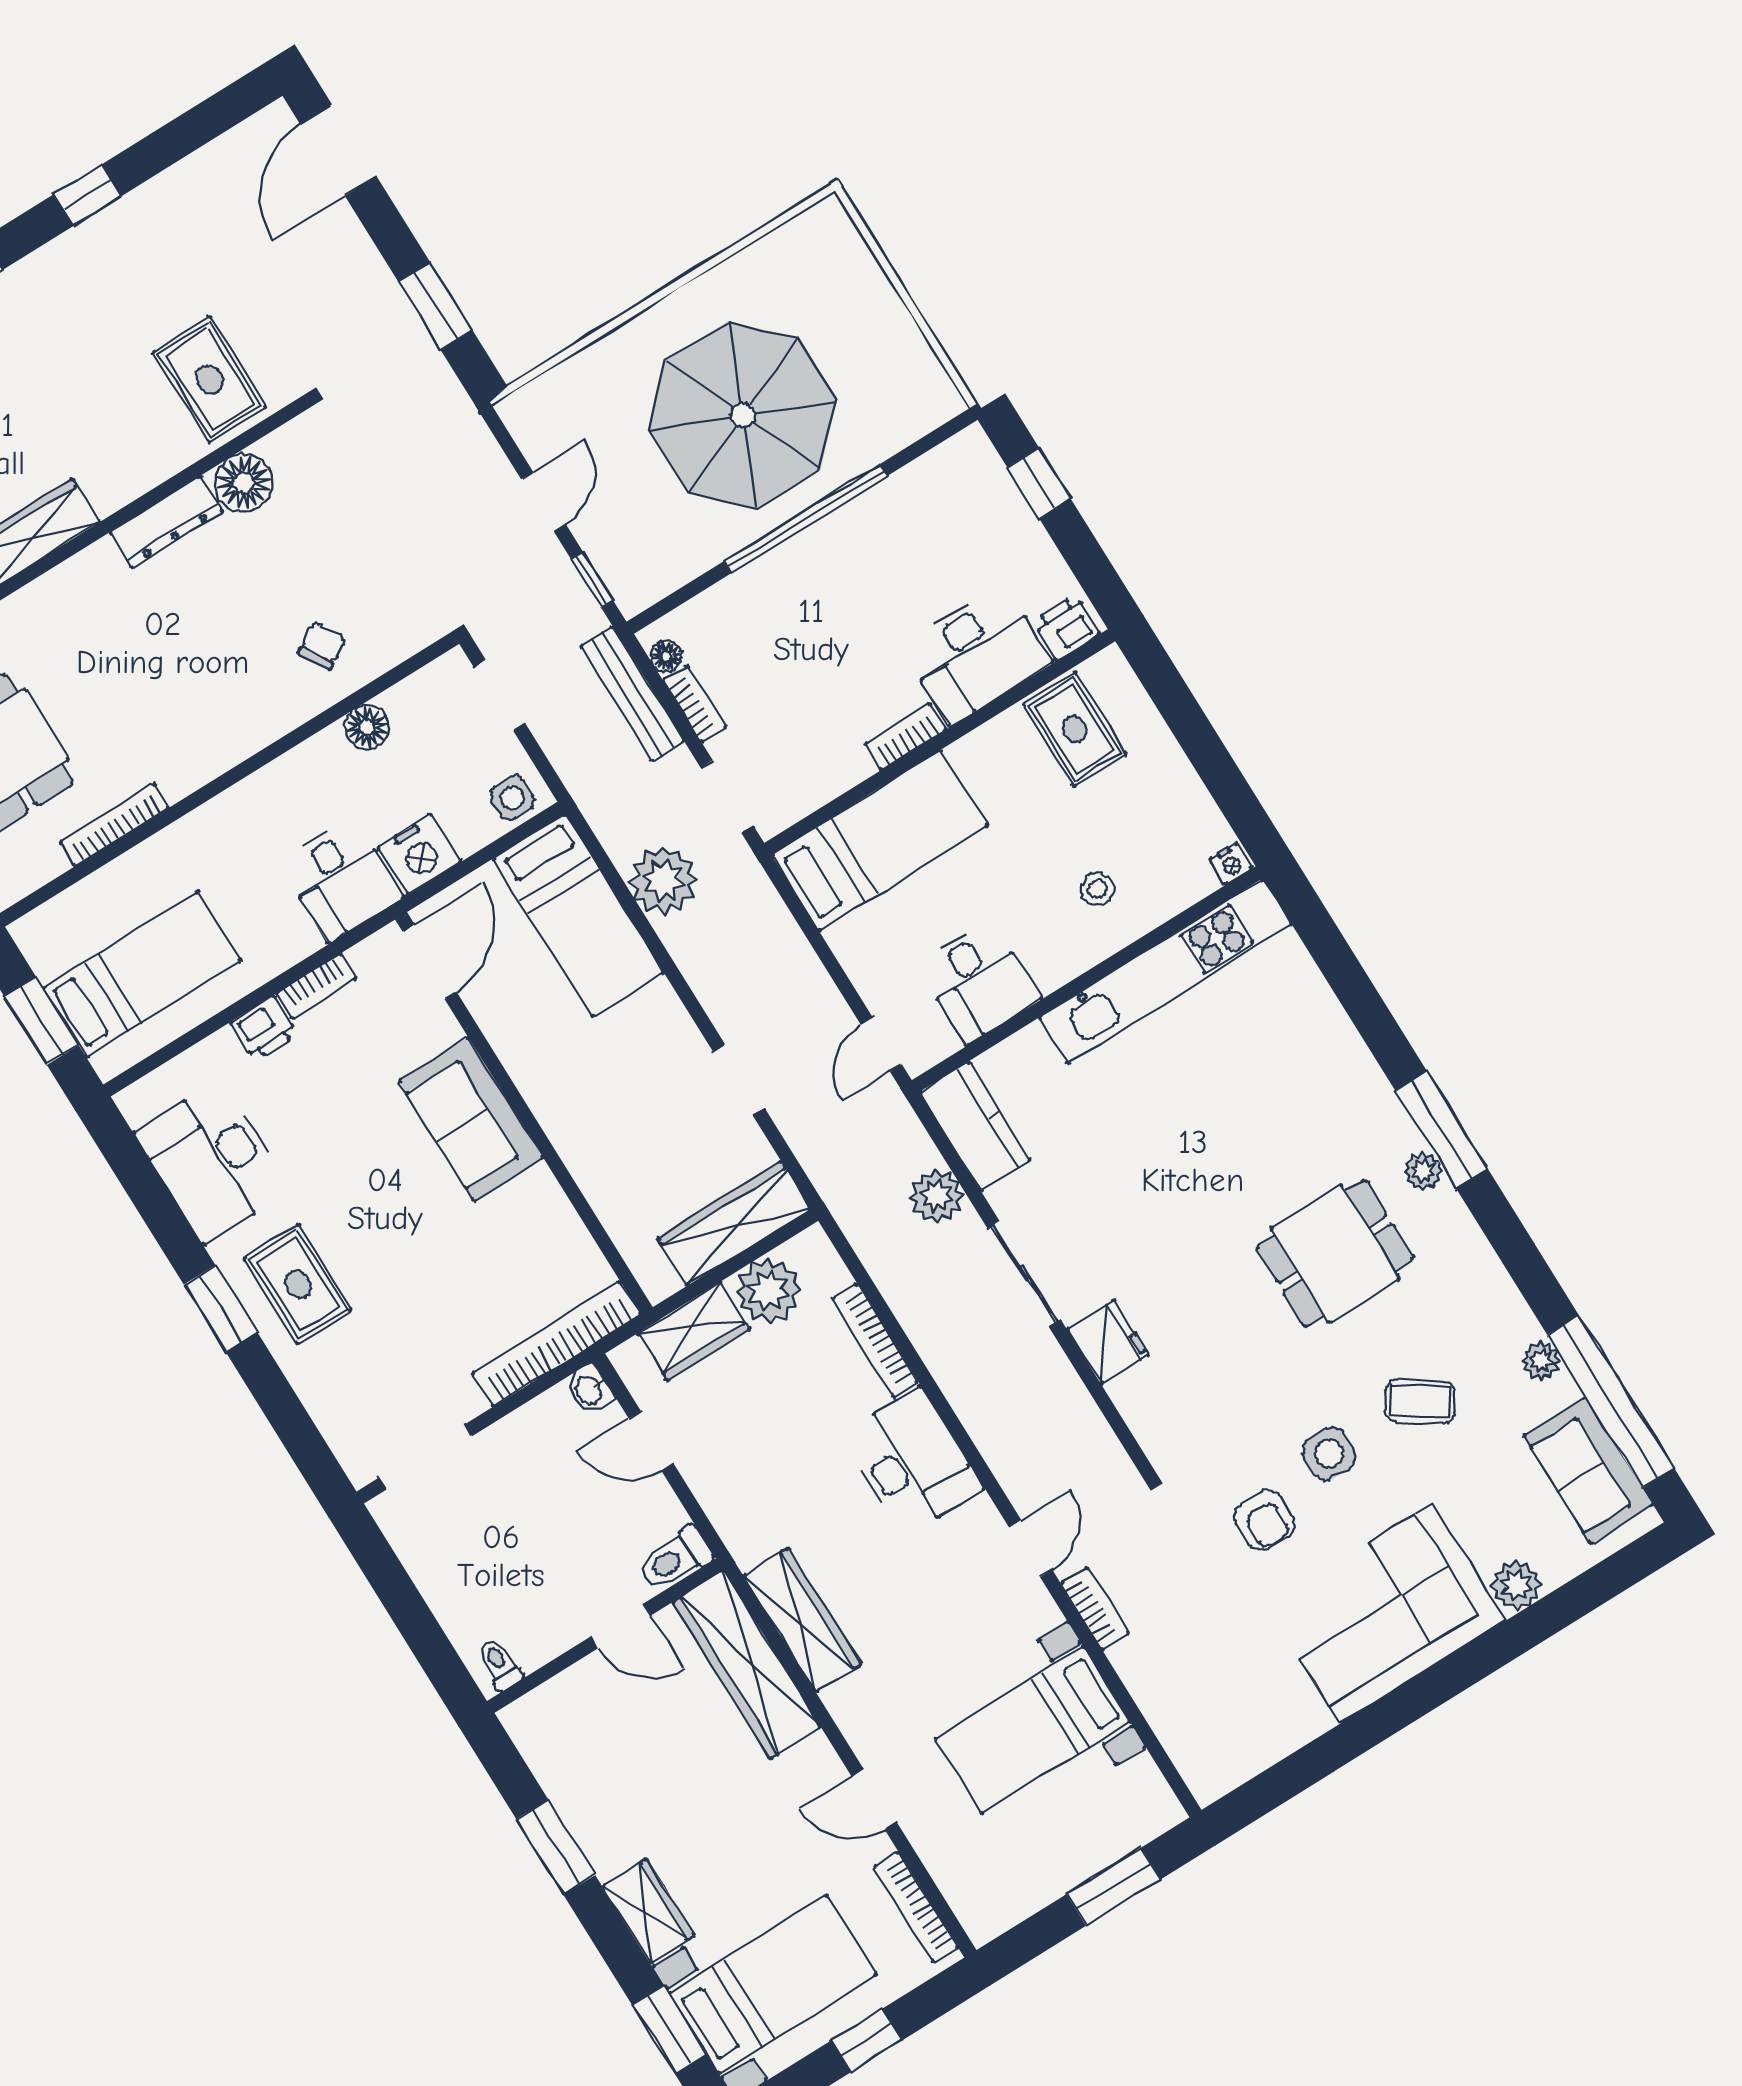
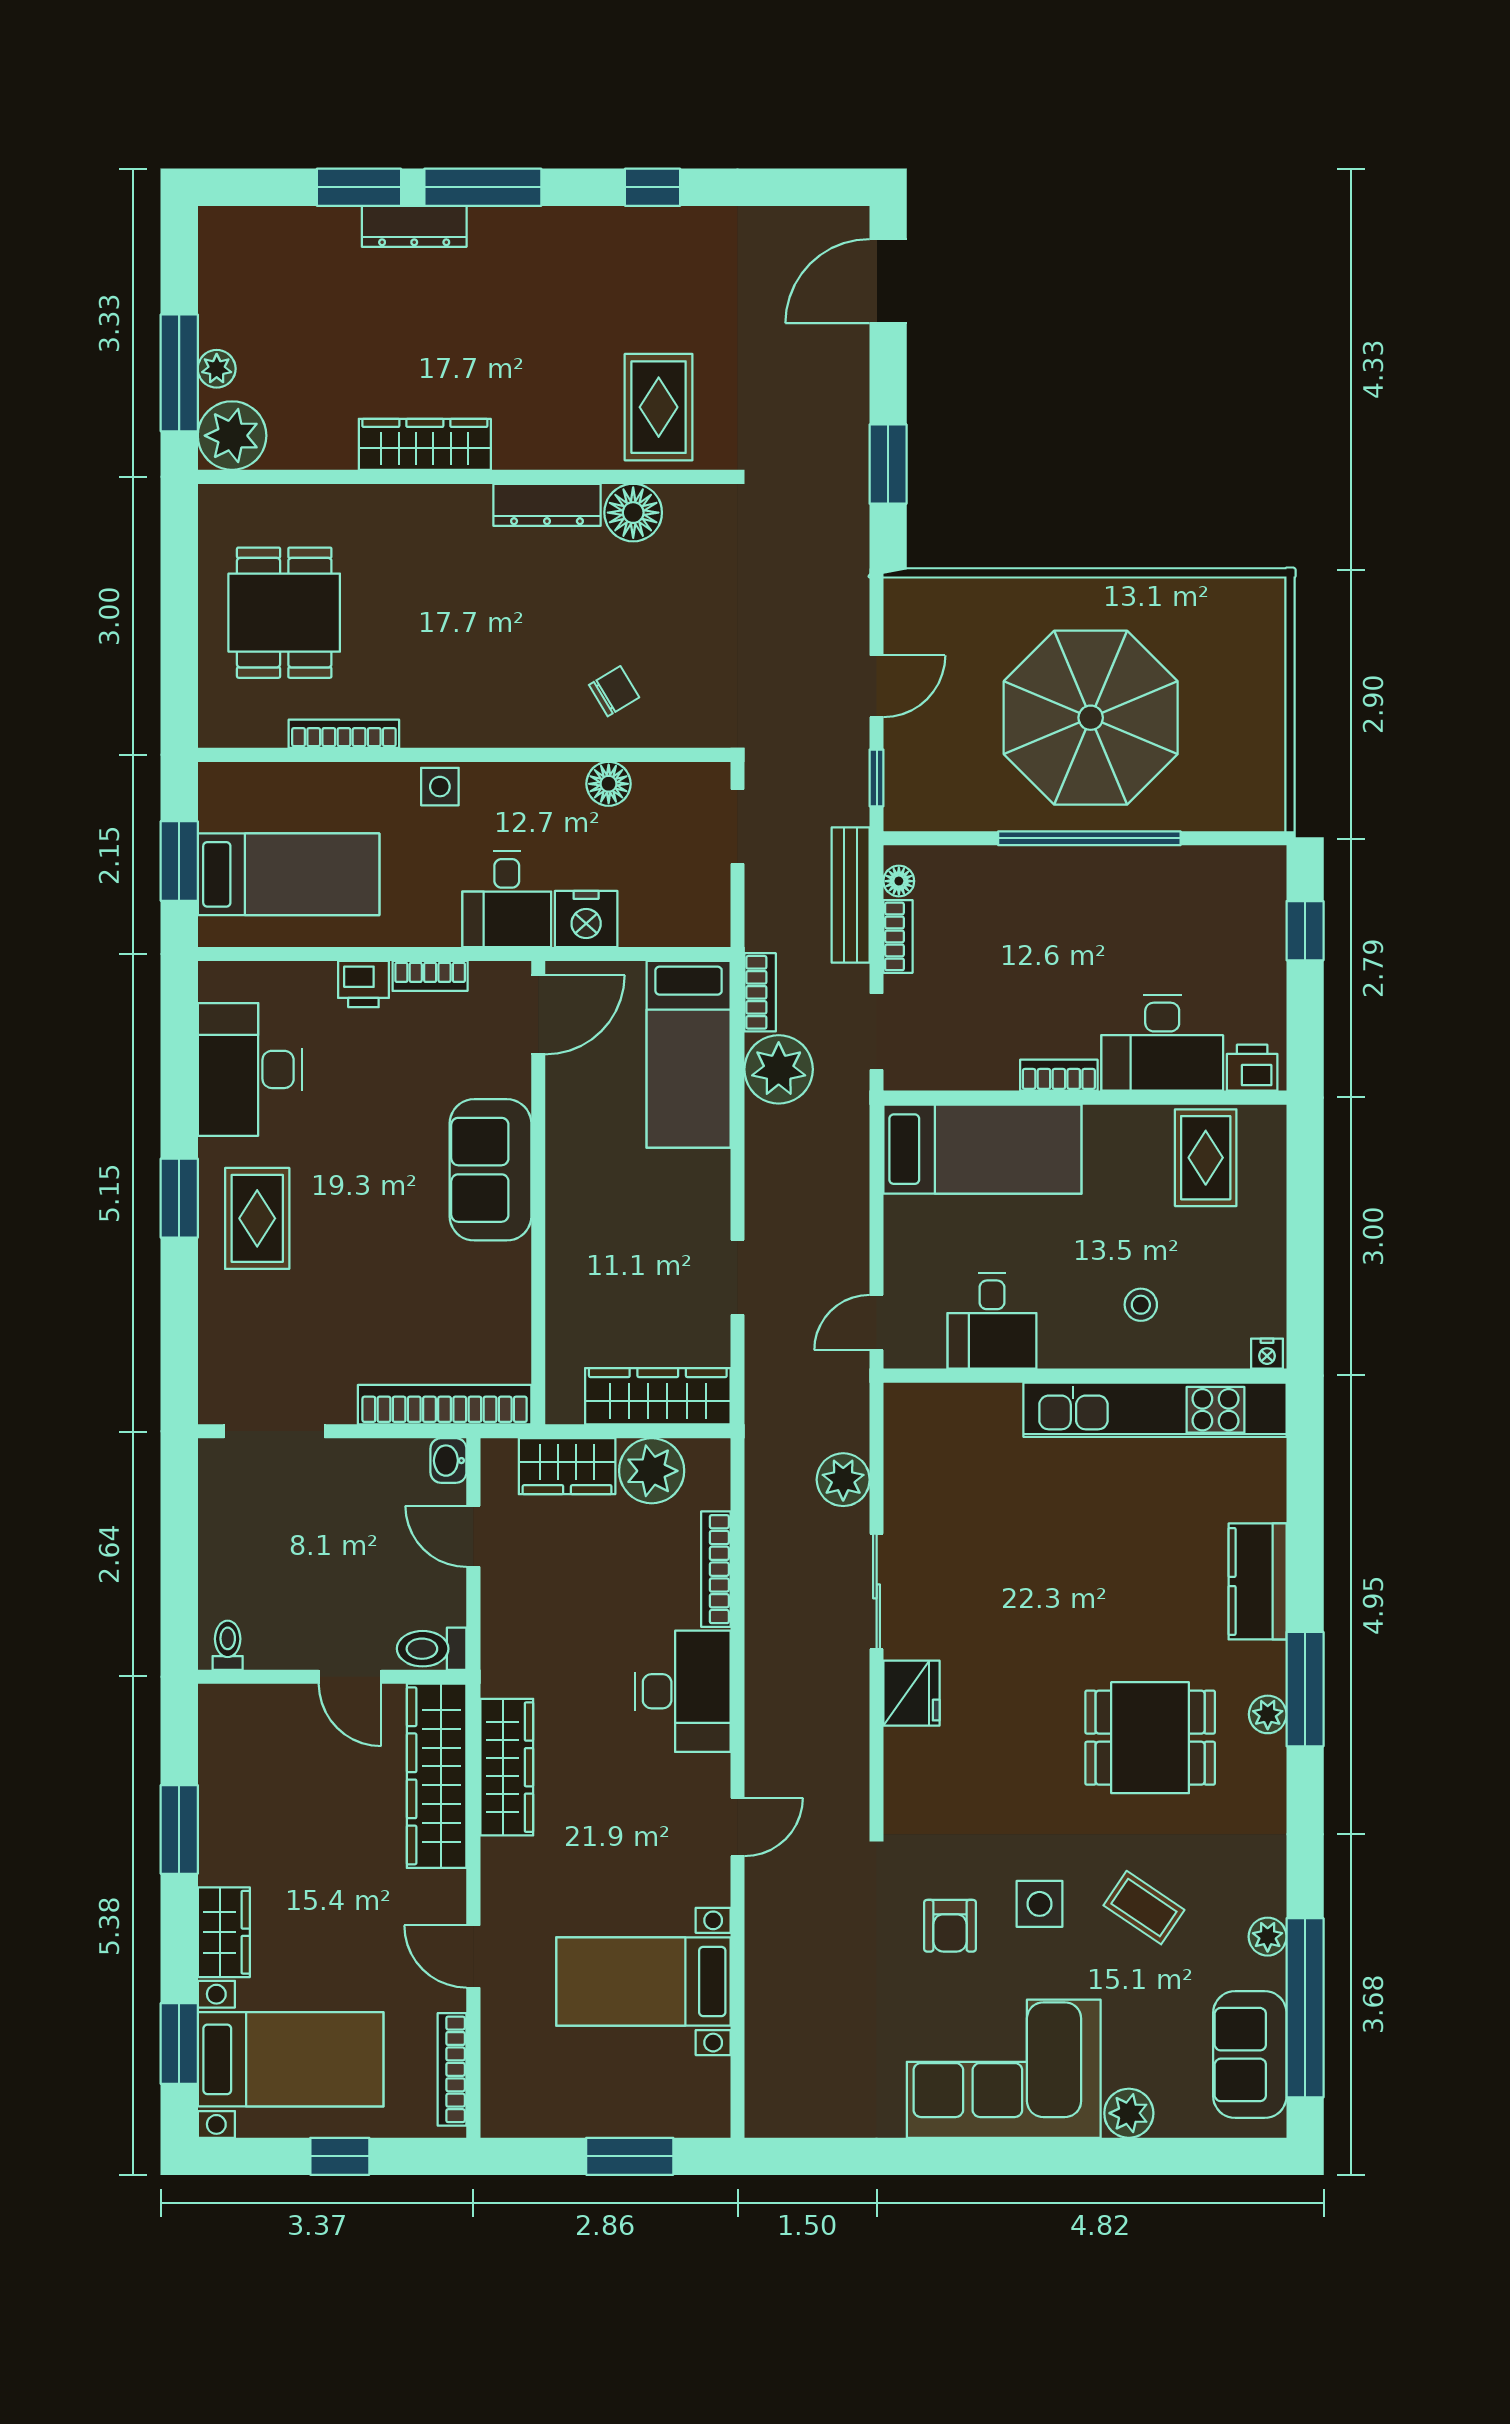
side table: (512, 798) -> (440, 787), moved
kitchen counter: (975, 1126) -> (1258, 1581), moved, turned 180
bookcase: (1095, 1608) -> (760, 992), moved

